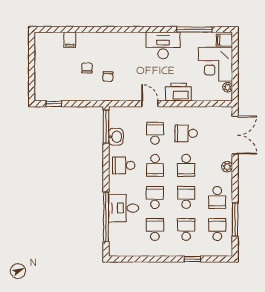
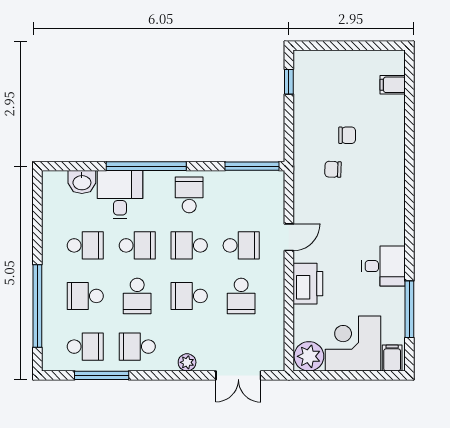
filing cabinet: (70, 40) -> (393, 85), moved
desk: (163, 45) -> (384, 266), width x0.73
plant: (228, 87) -> (309, 356), width x1.88, depth x1.88
school desk: (186, 133) -> (241, 296), turned 180
double door: (235, 135) -> (238, 375), width x0.73
washbasin: (116, 137) -> (82, 182), moved
school desk: (186, 197) -> (137, 296), turned 90
window: (106, 217) -> (146, 166), moved
school desk: (186, 230) -> (85, 296), turned 180
window: (192, 259) -> (37, 306), width x3.17

